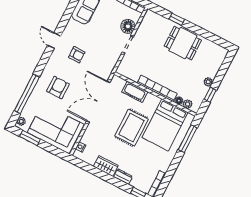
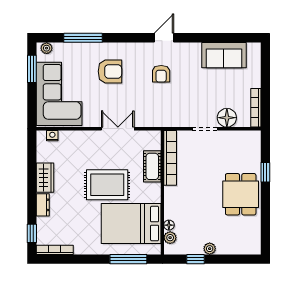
bookcase: (157, 88) -> (170, 158), moved
window: (27, 94) -> (83, 38), width x0.68
double door: (98, 102) -> (118, 129), width x0.54

